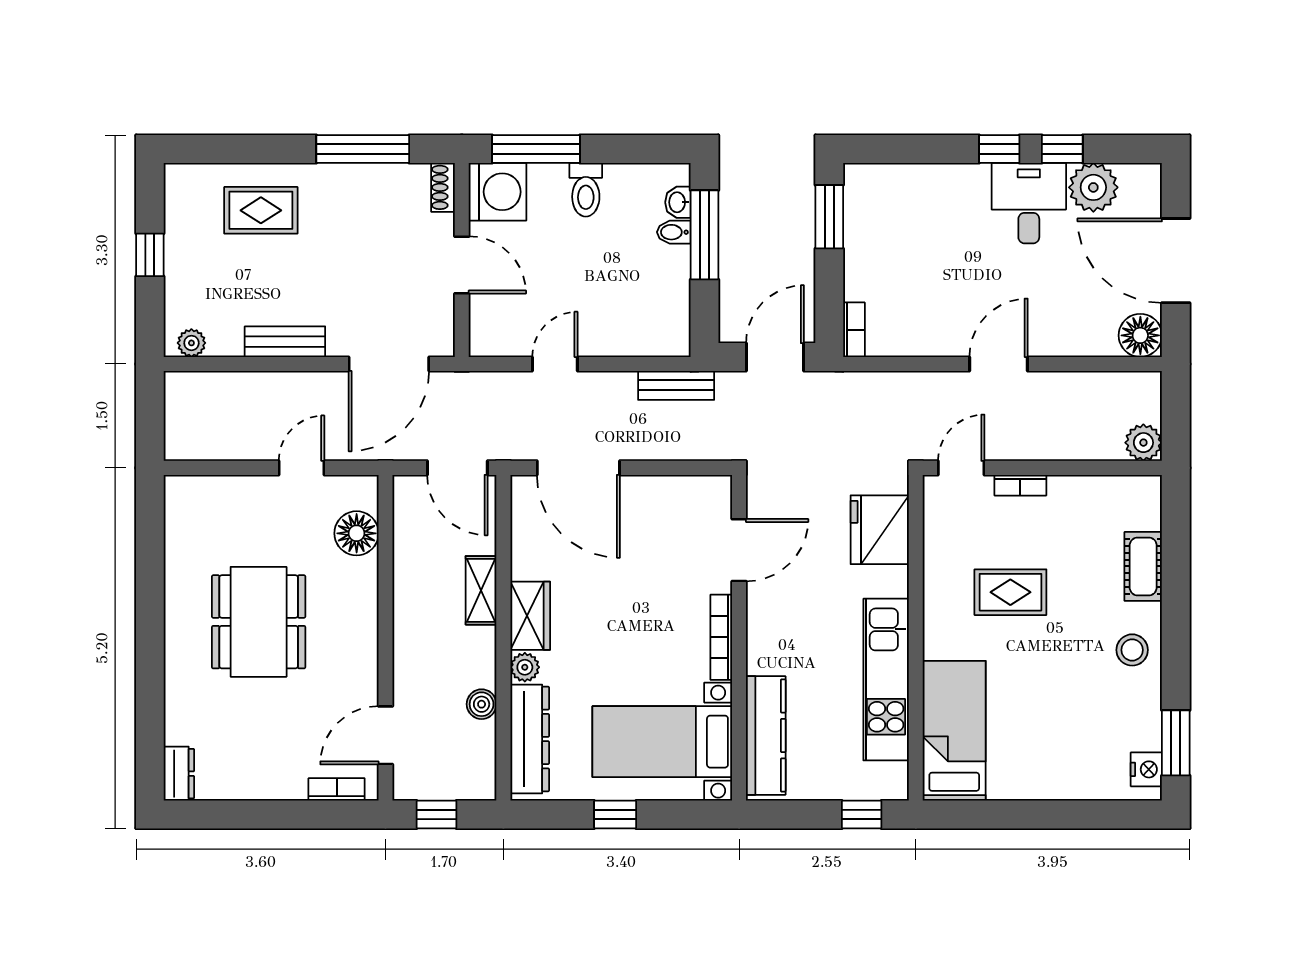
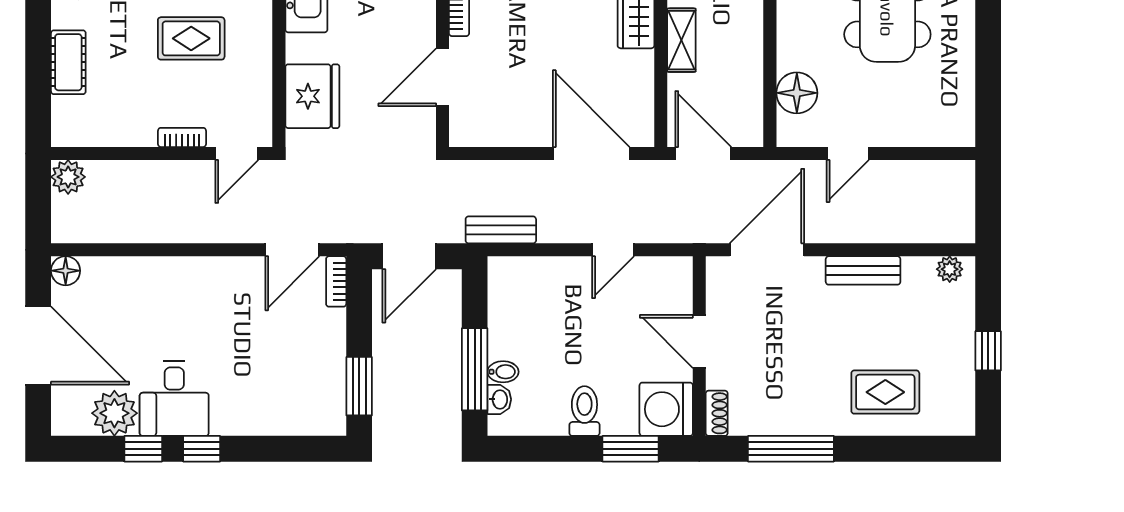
window: (536, 149) -> (631, 449), width x0.69
floor lamp: (1140, 335) -> (66, 271), width x0.73, depth x0.73
door: (999, 364) -> (292, 250), moved

